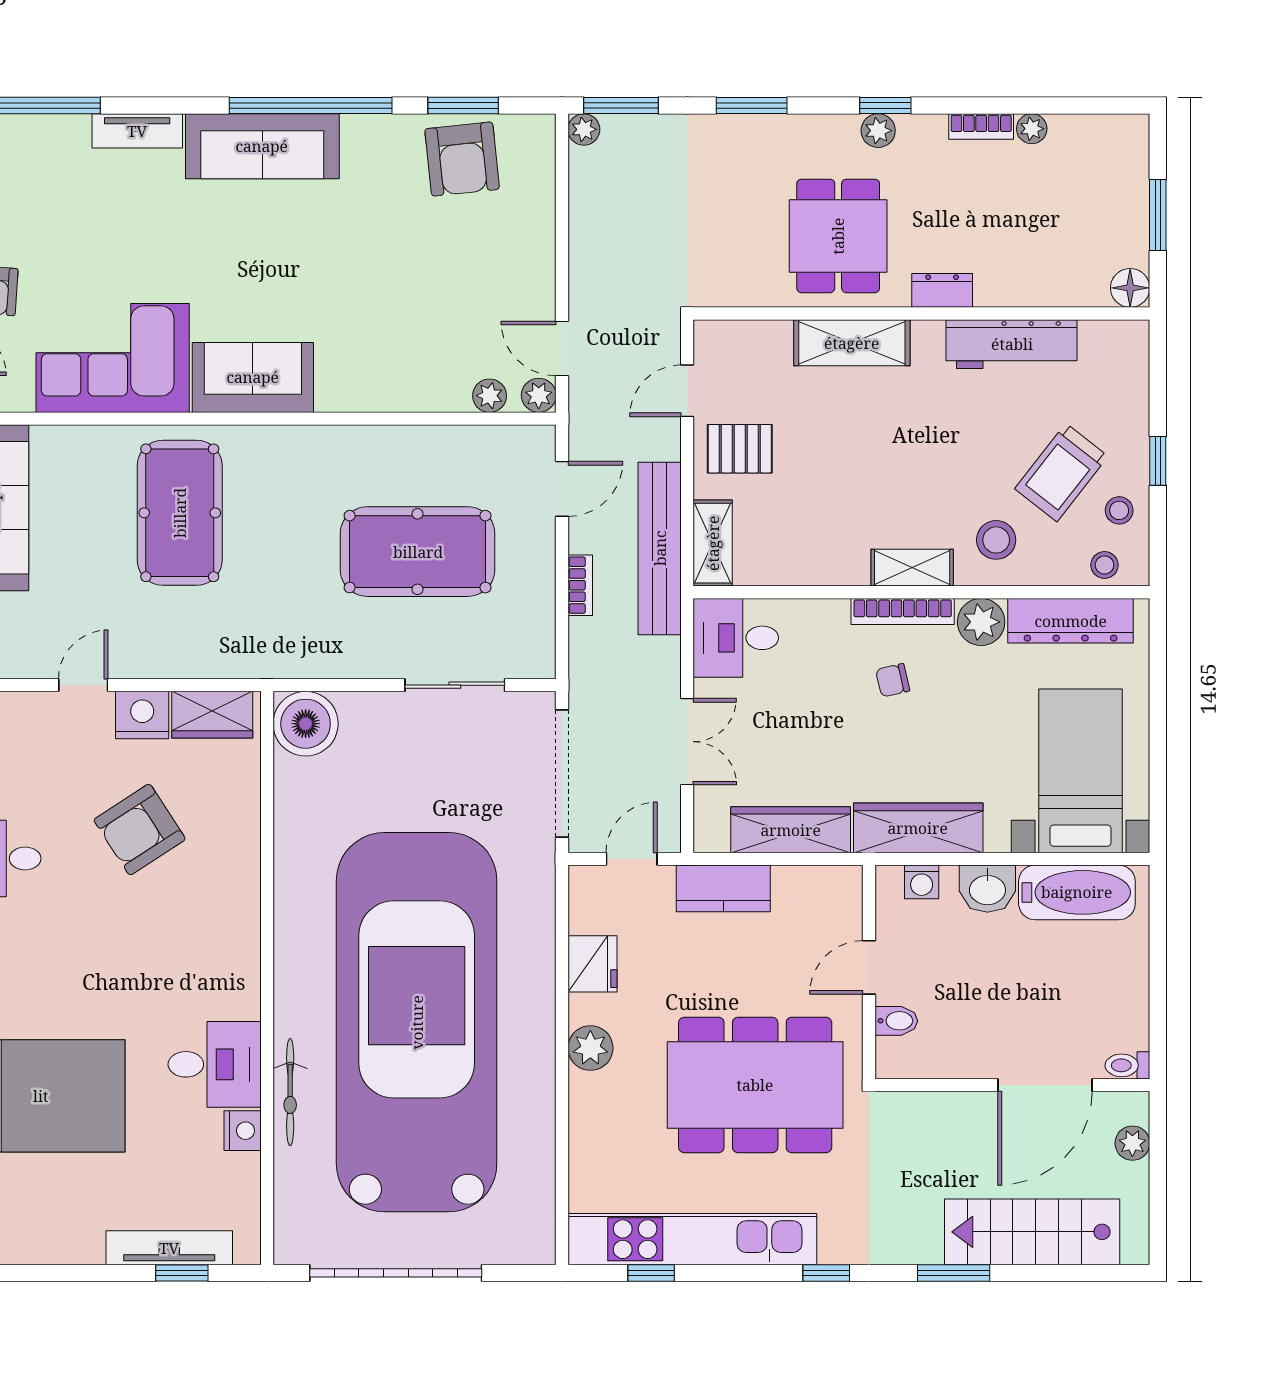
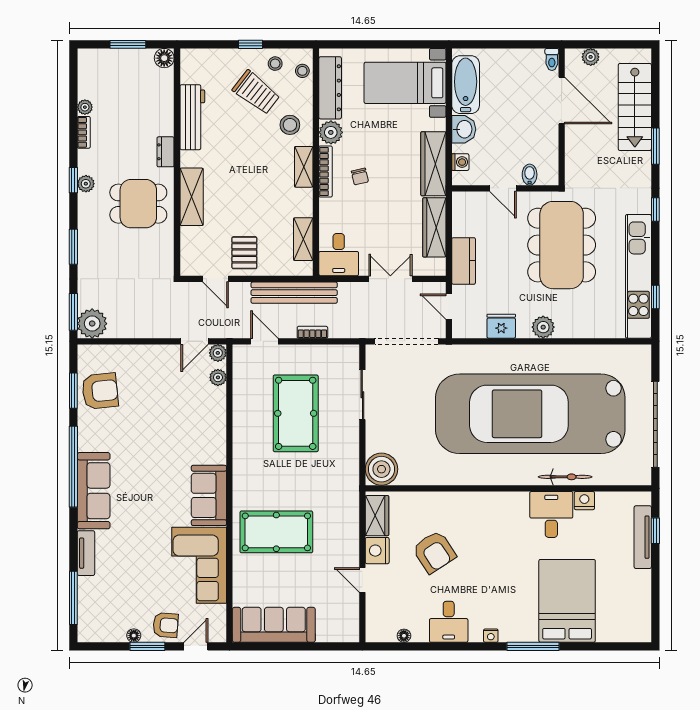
plant: (584, 129) -> (92, 324), width x1.87, depth x1.87
shelving: (713, 543) -> (303, 239), moved, turned 90

